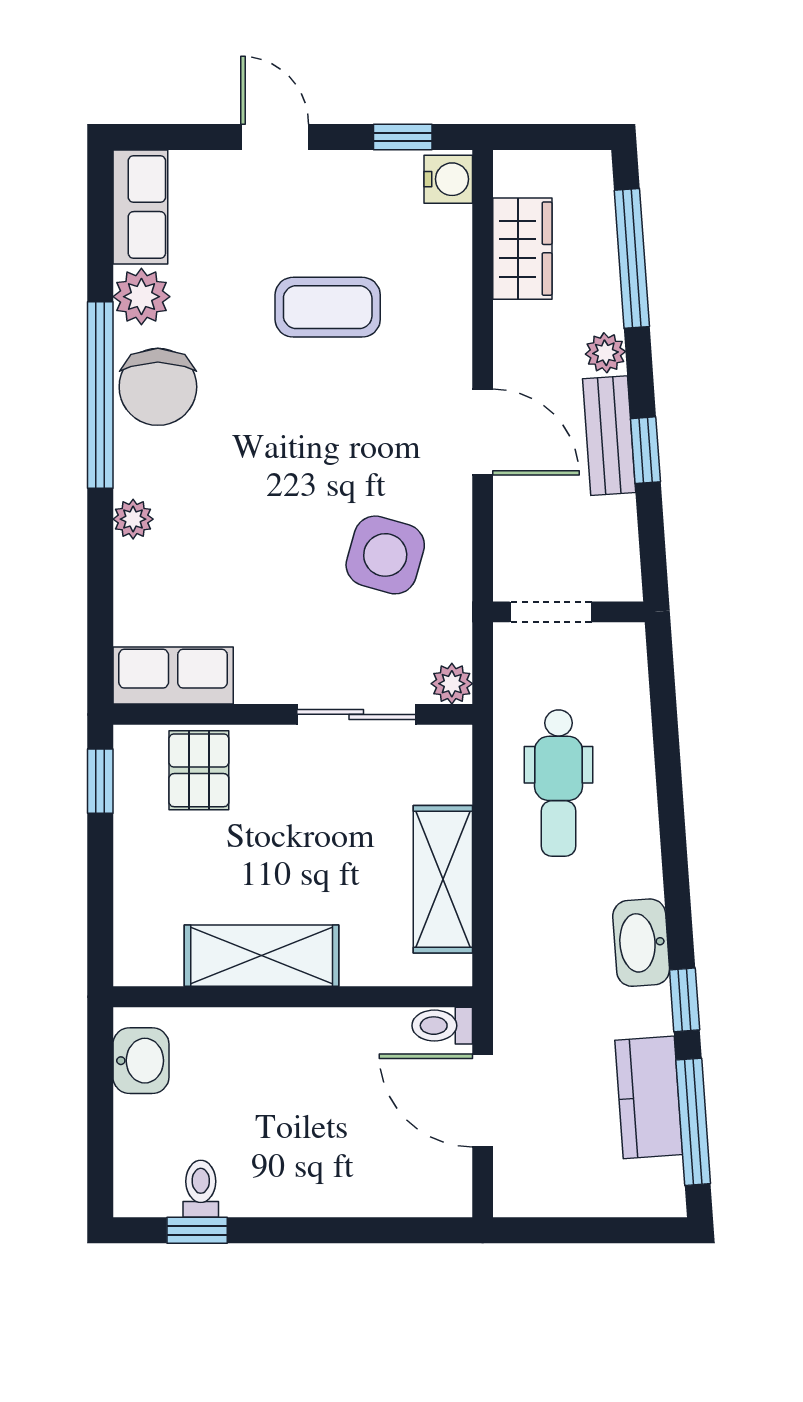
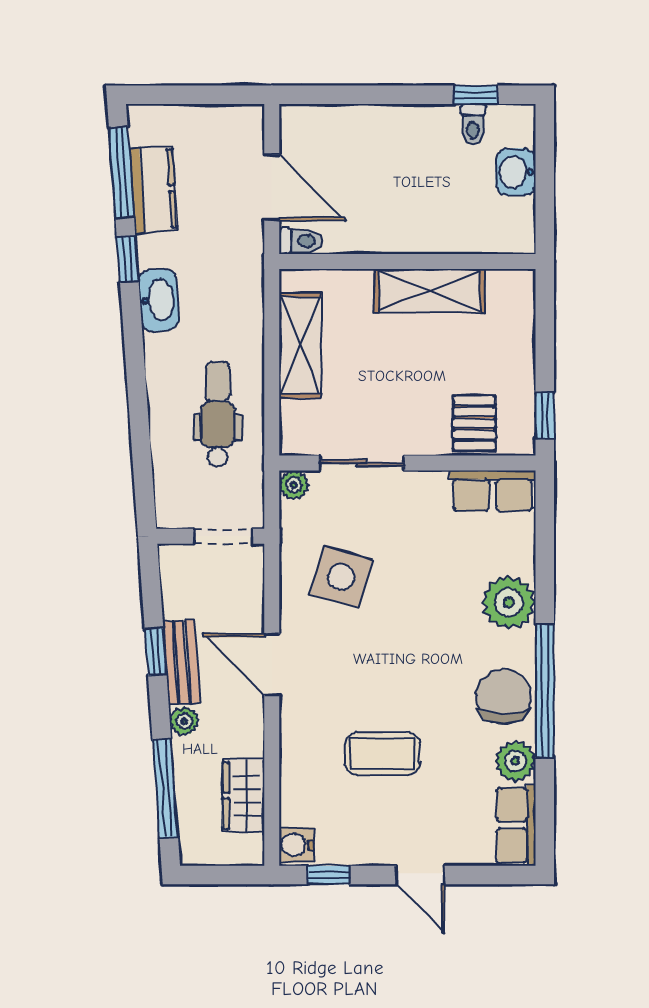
plant: (133, 519) -> (509, 602), width x1.87, depth x1.87
washbasin: (141, 1061) -> (516, 172), moved

